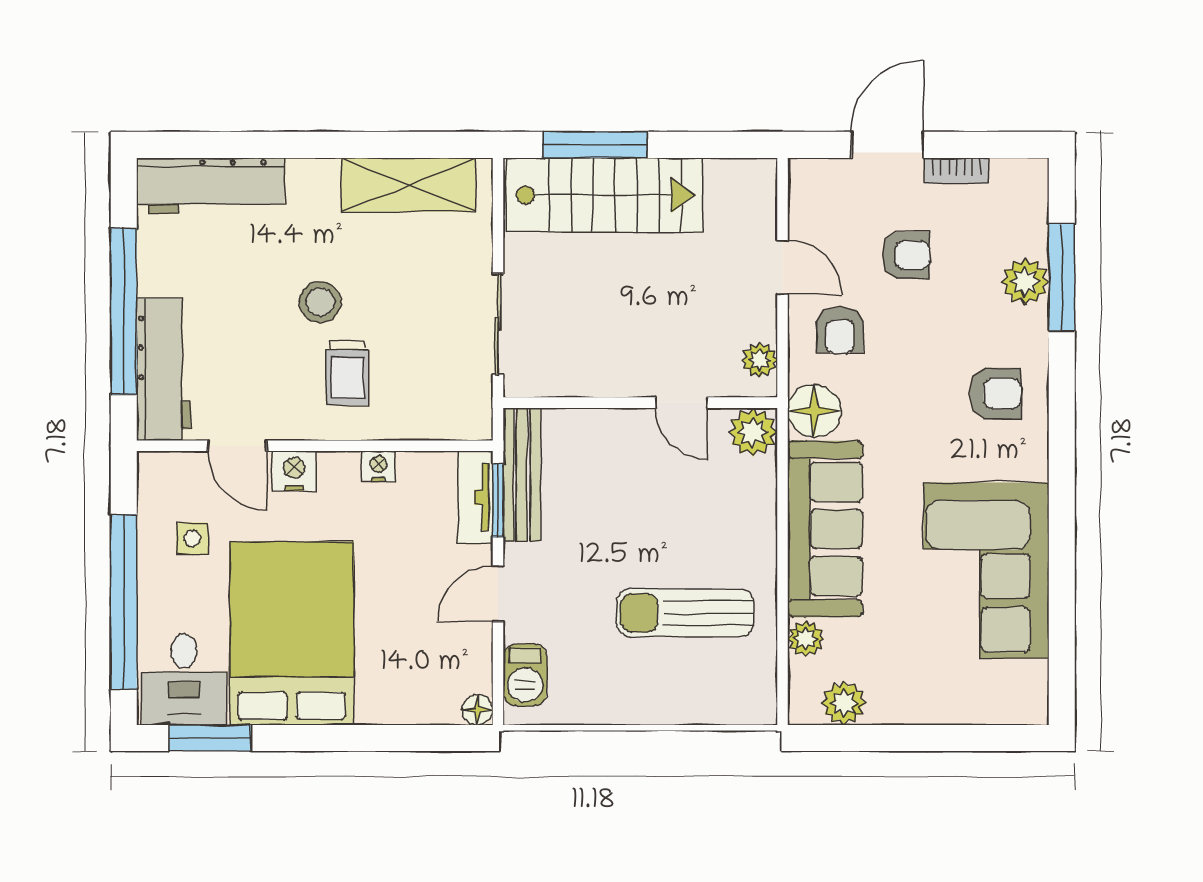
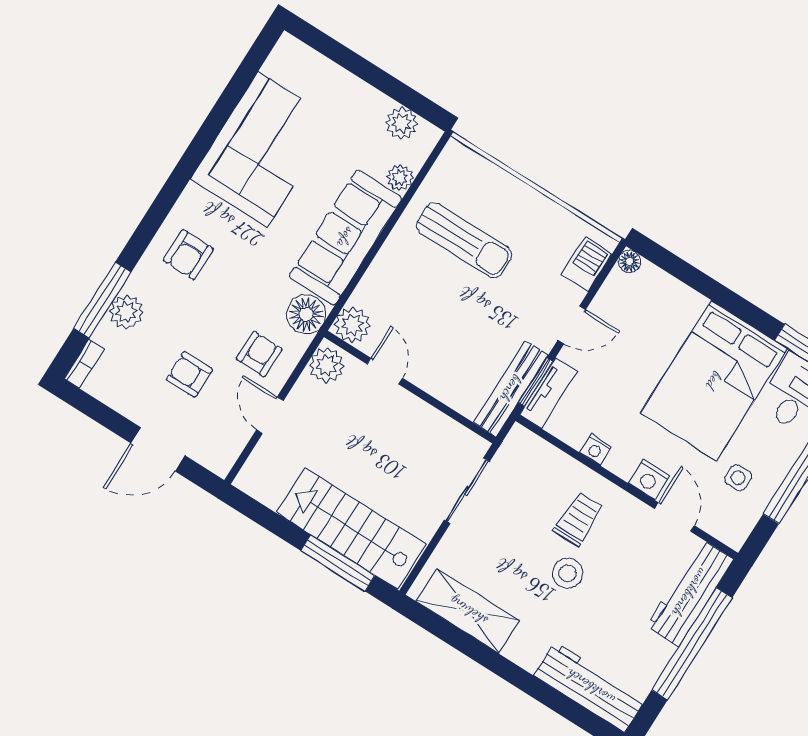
bookcase: (956, 171) -> (84, 364), moved, turned 90
plant: (760, 360) -> (327, 365), width x1.38, depth x1.38
armchair: (995, 394) -> (188, 255), turned -90

